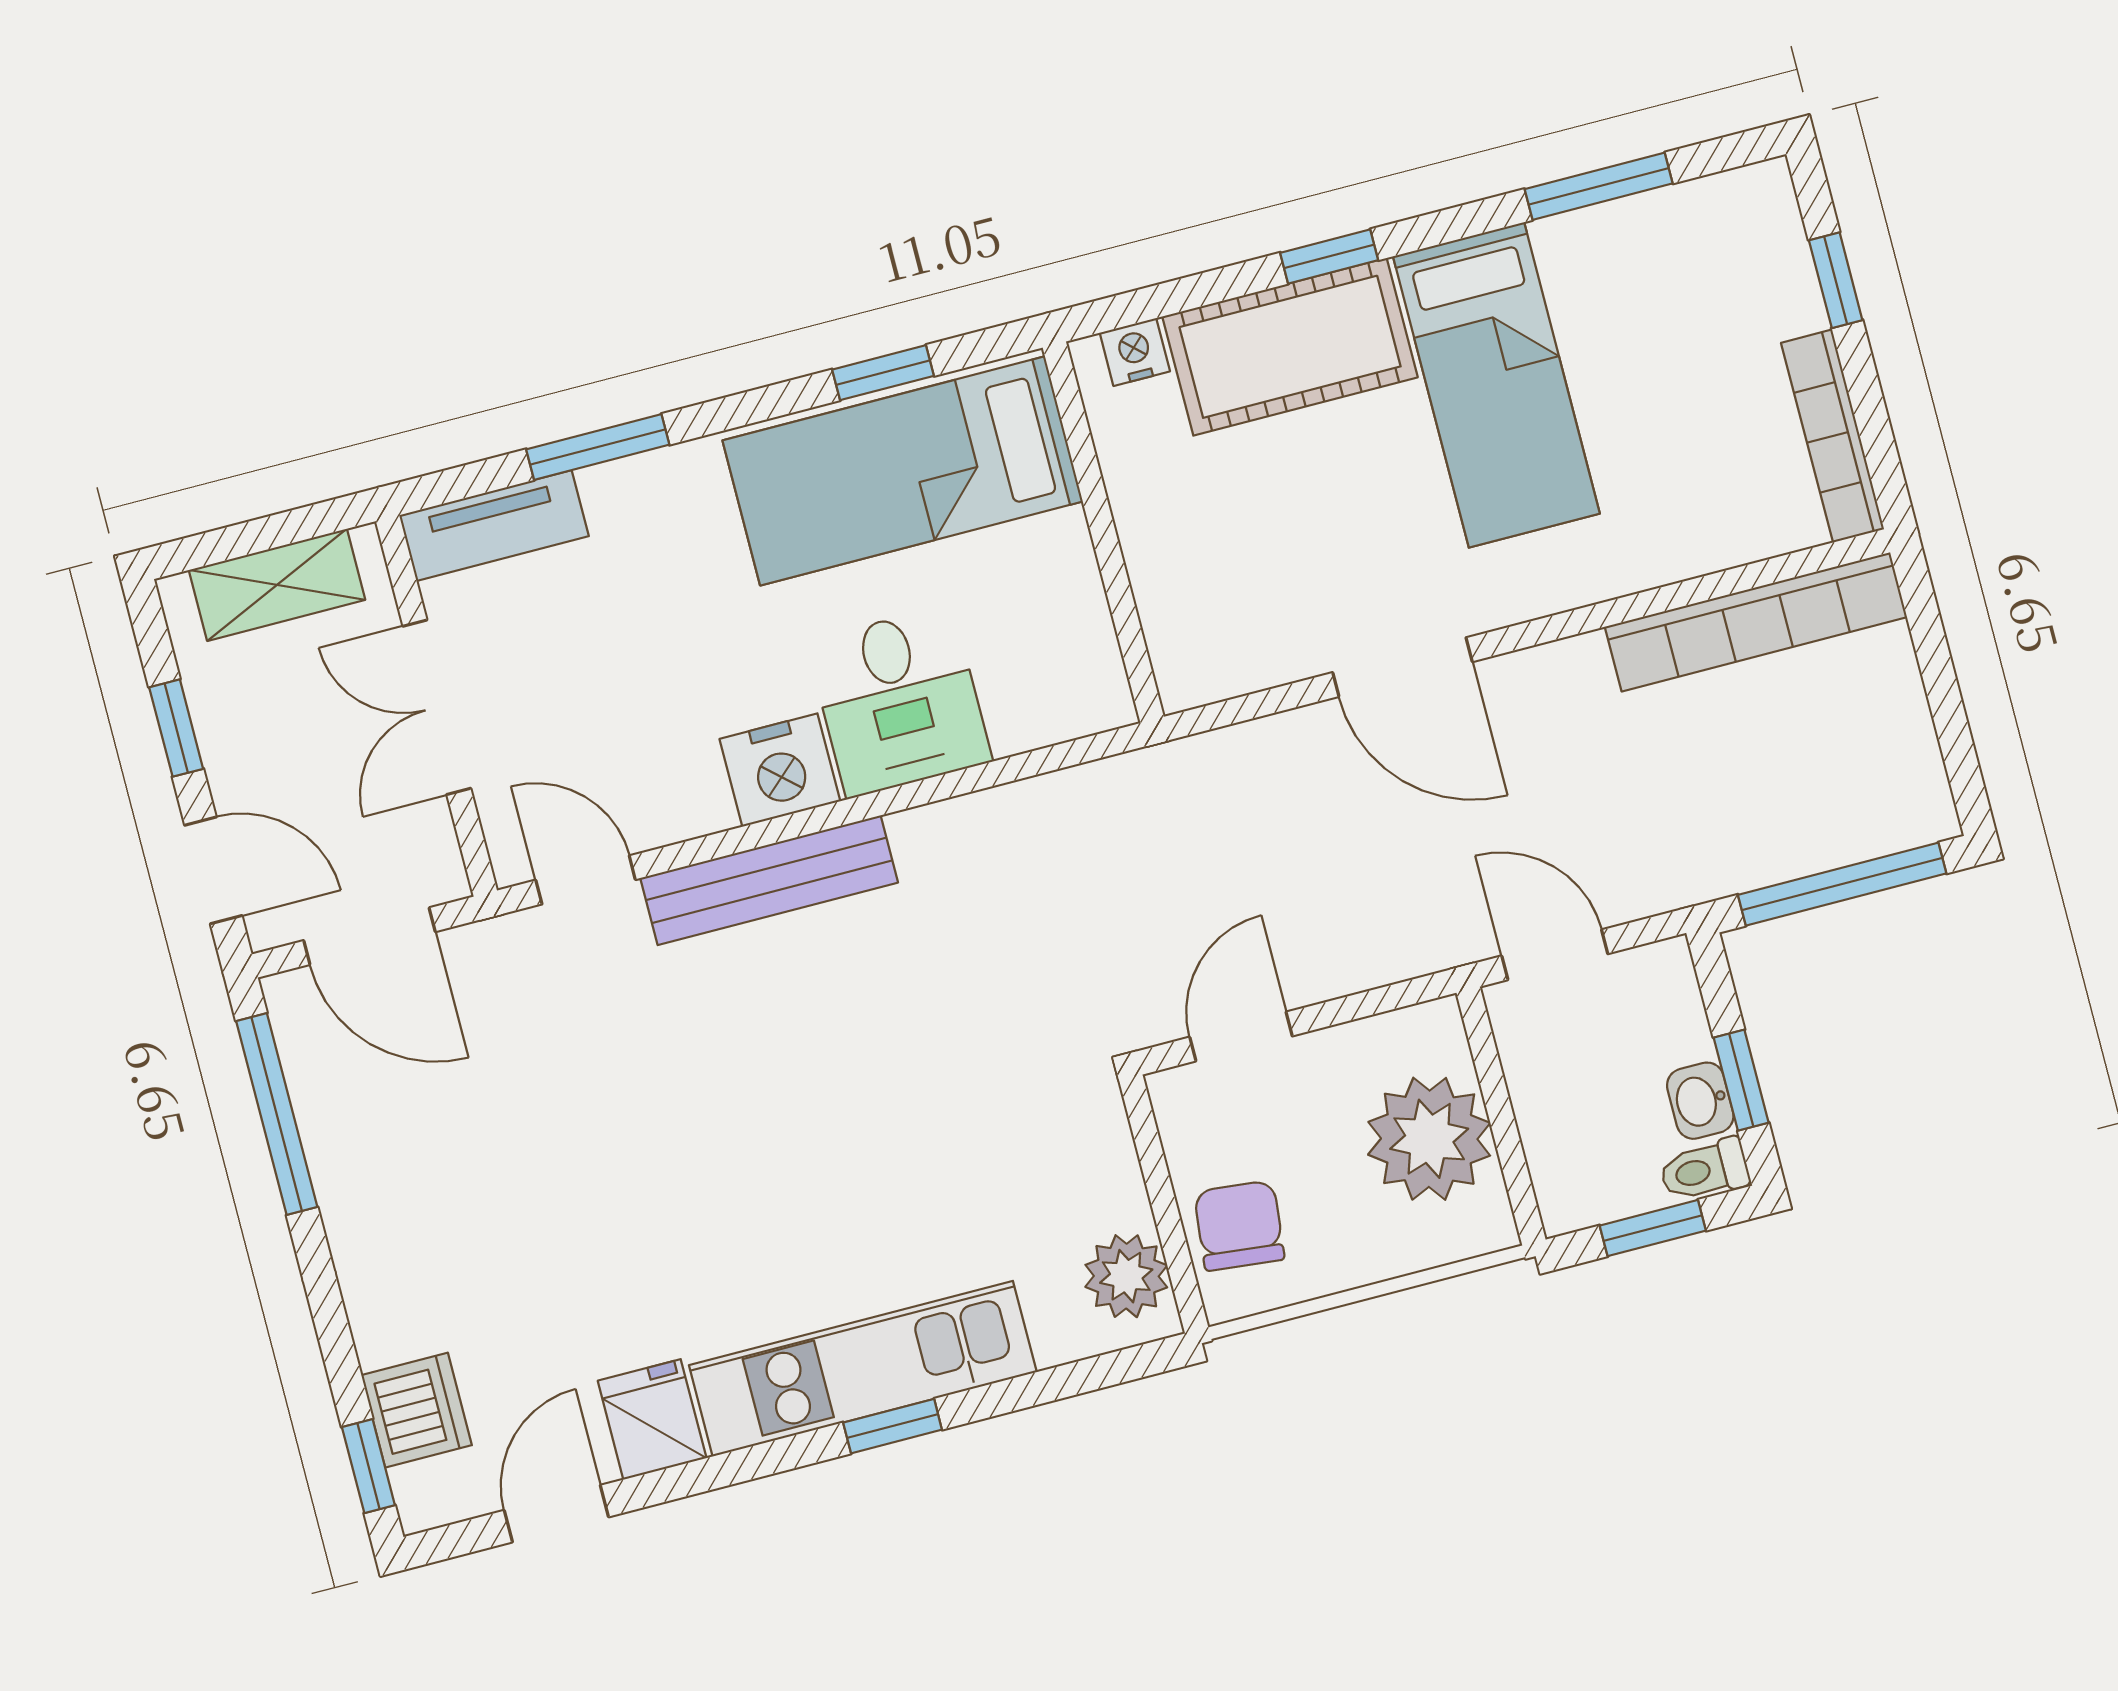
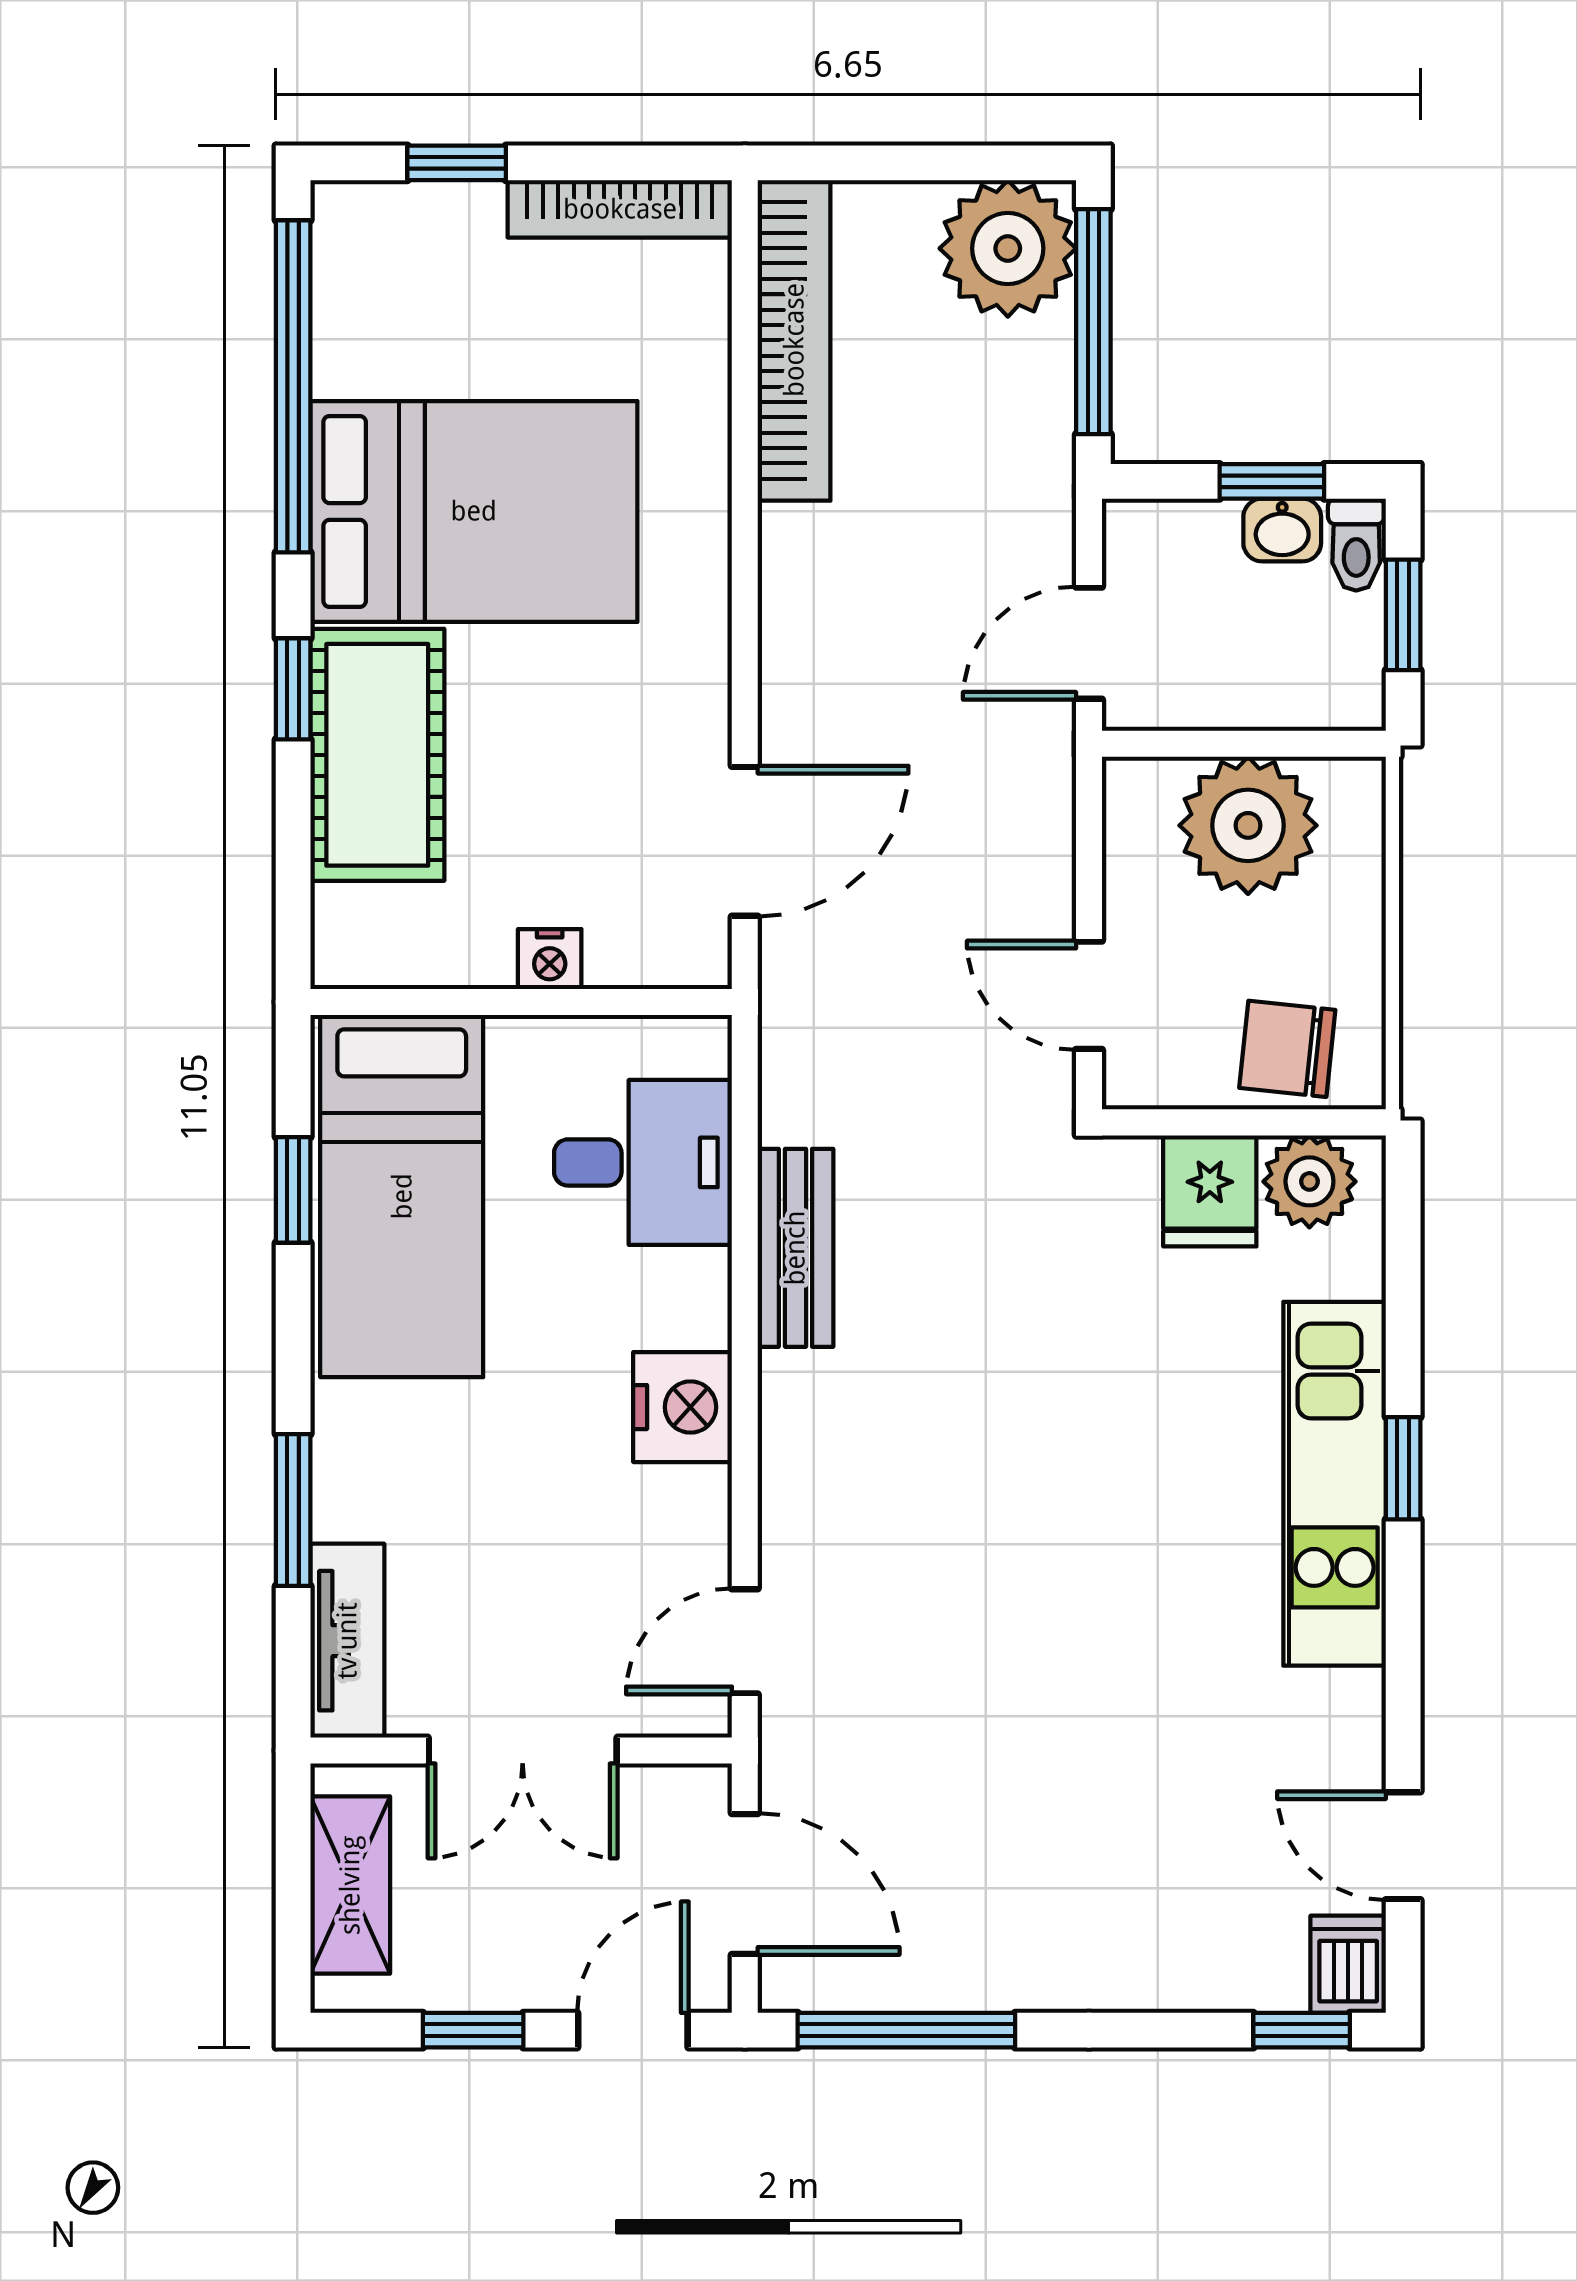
window: (1599, 186) -> (293, 386), width x2.11
nightstand: (1135, 352) -> (550, 959), moved, turned -90
bed: (1496, 385) -> (474, 511), width x1.50
door: (1402, 667) -> (745, 841), moved
desk: (899, 701) -> (643, 1162), moved
plant: (1887, 791) -> (1008, 248), added
bench: (769, 880) -> (795, 1248), moved, width x0.73
door: (369, 936) -> (745, 1884), hinge flipped
dishwasher: (416, 1410) -> (1348, 1964), moved, width x0.73
fridge: (652, 1419) -> (1210, 1191), moved, turned -90

